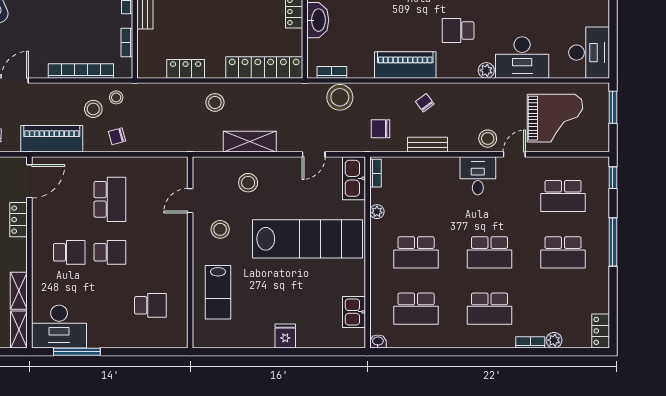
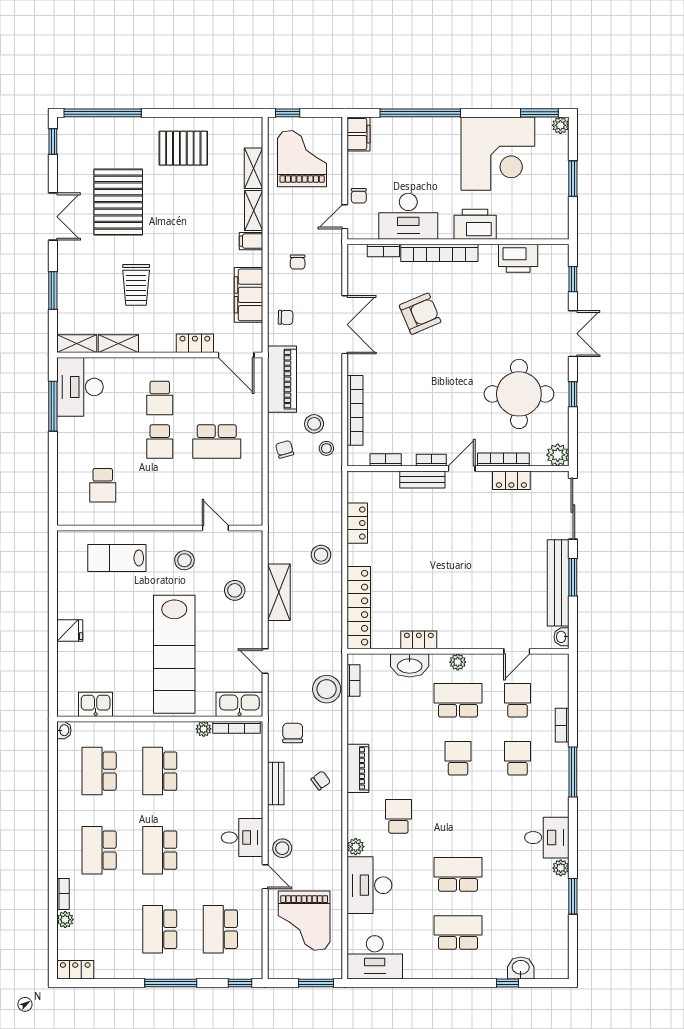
piano: (405, 65) -> (358, 768), width x0.73, depth x0.75
bookcase: (375, 173) -> (236, 727), width x1.56

